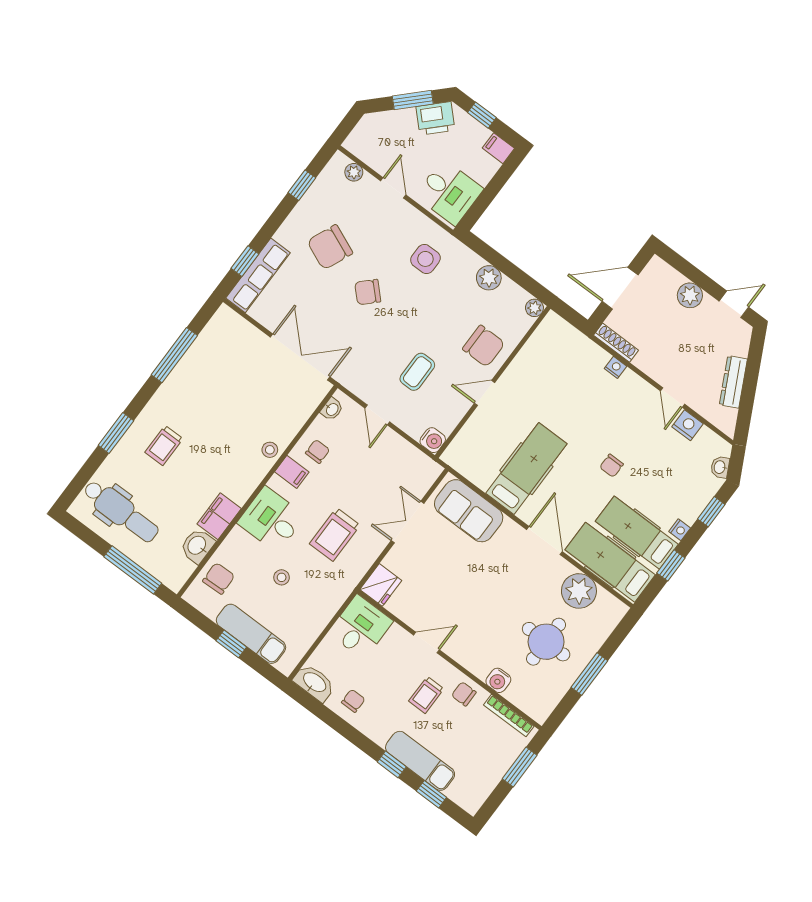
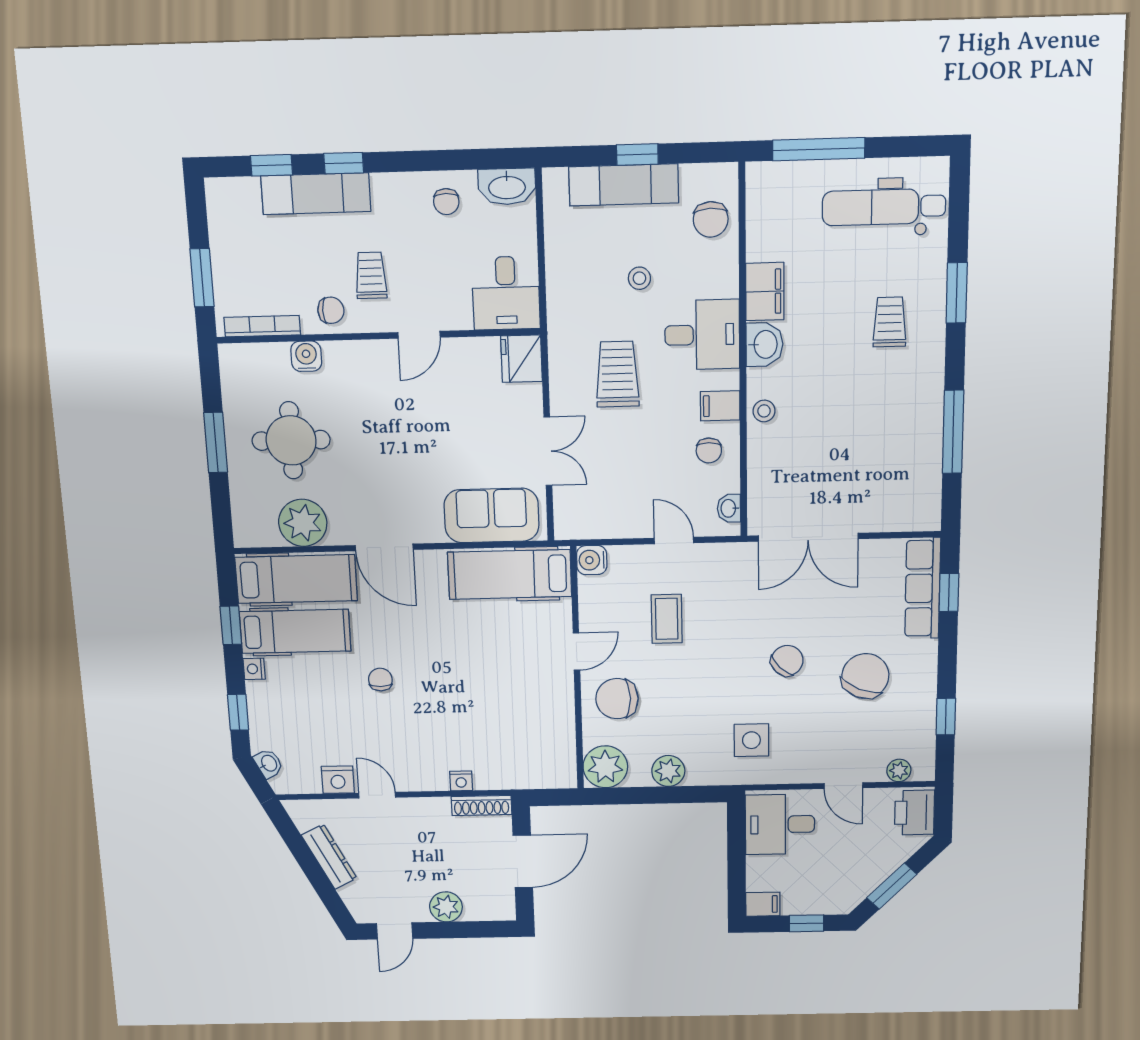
printer: (435, 118) -> (915, 813), moved, turned -45
plant: (534, 308) -> (605, 767), width x1.87, depth x1.87
hospital bed: (526, 469) -> (510, 574), moved, turned 90
washbasin: (197, 546) -> (765, 344), moved

